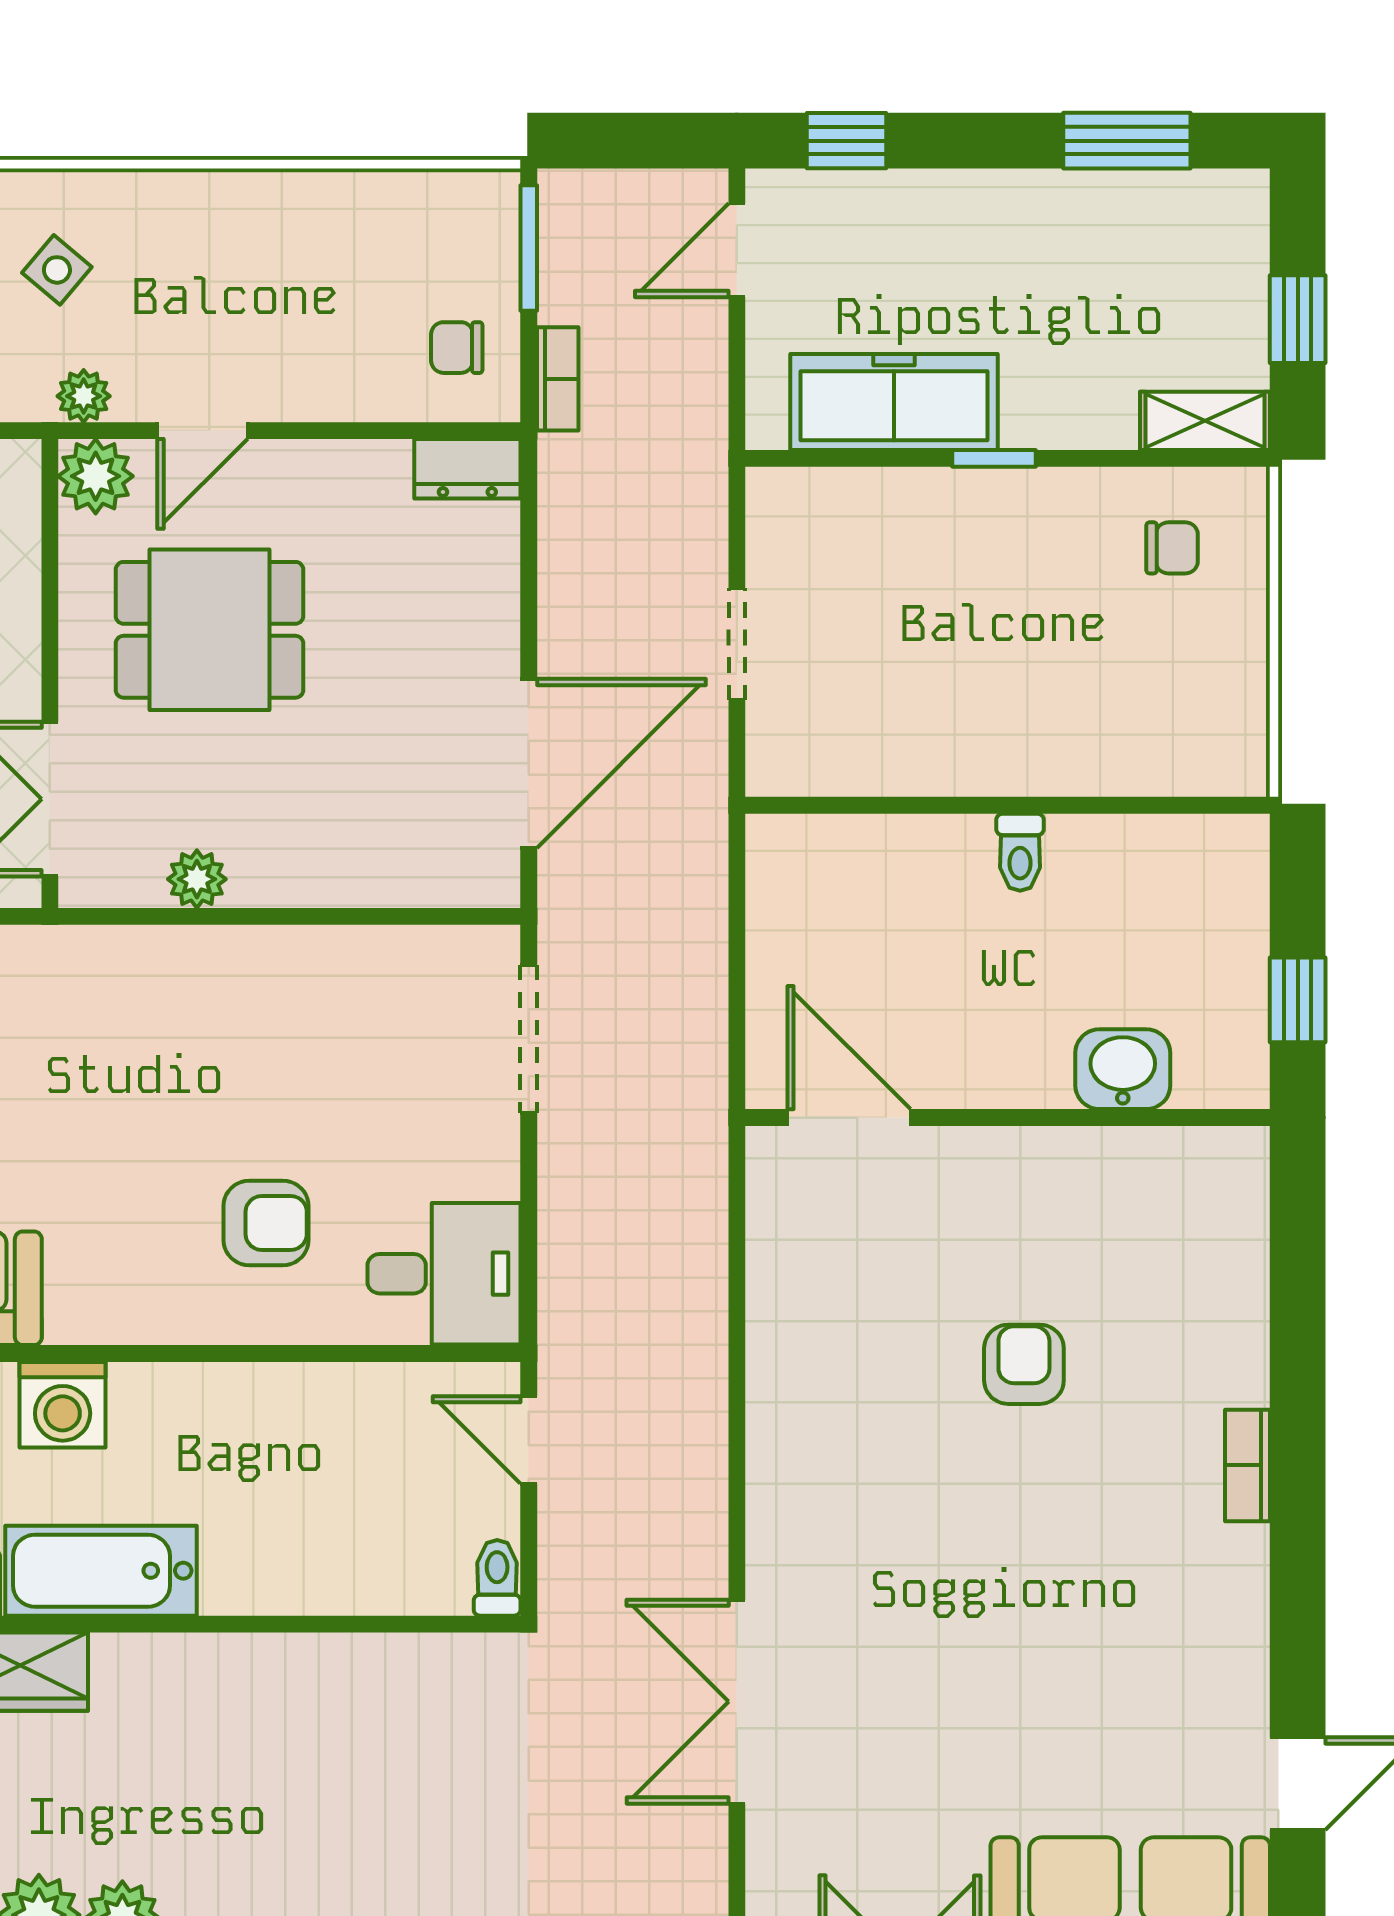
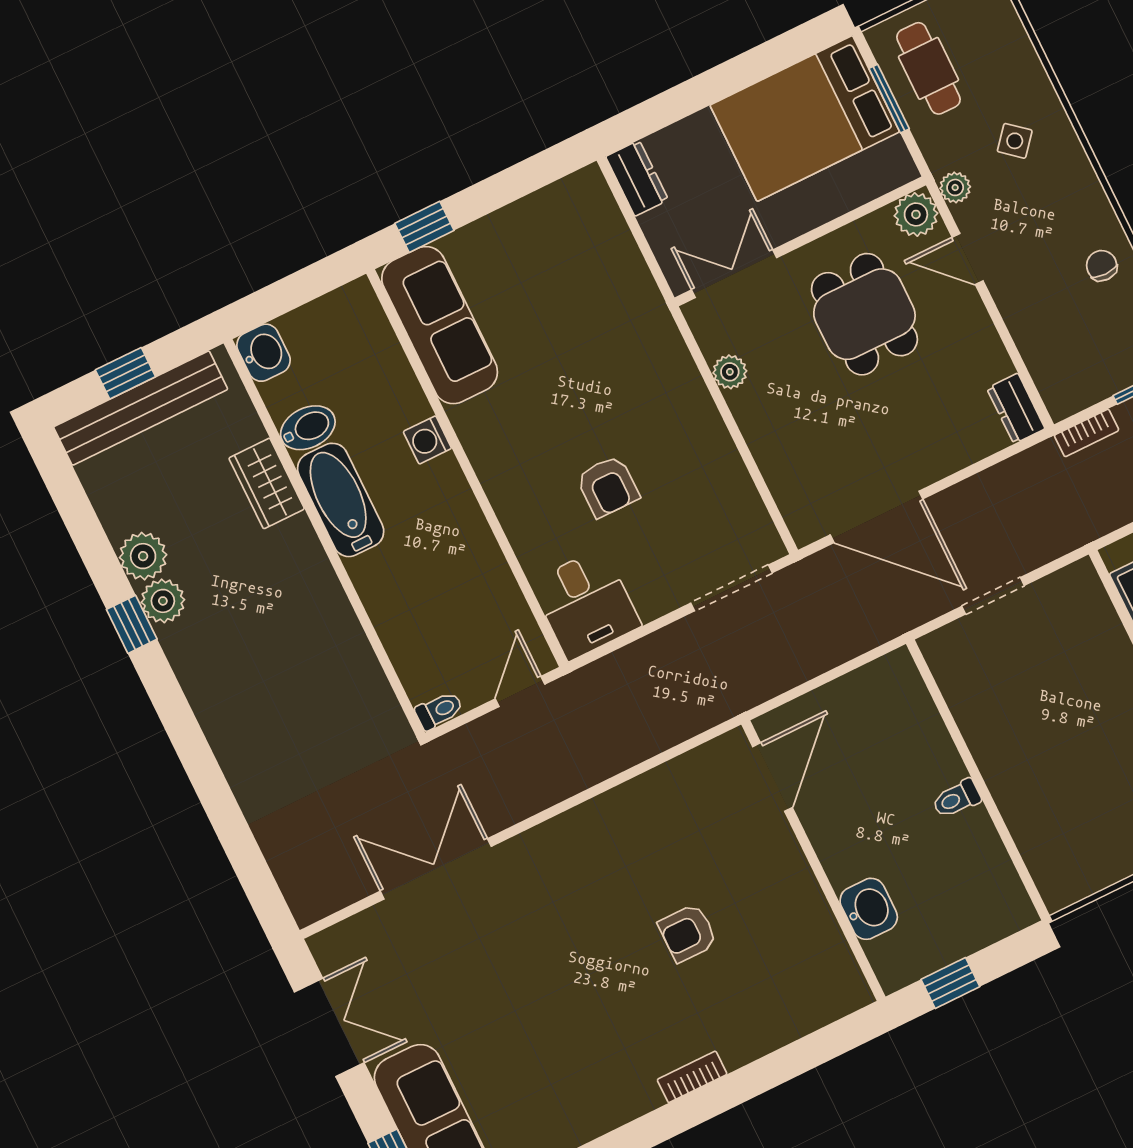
chair: (457, 348) -> (1102, 266), moved
armchair: (266, 1223) -> (608, 486), moved
armchair: (1024, 1364) -> (688, 933), turned 180
washing machine: (63, 1405) -> (427, 440), width x0.73, depth x0.73

